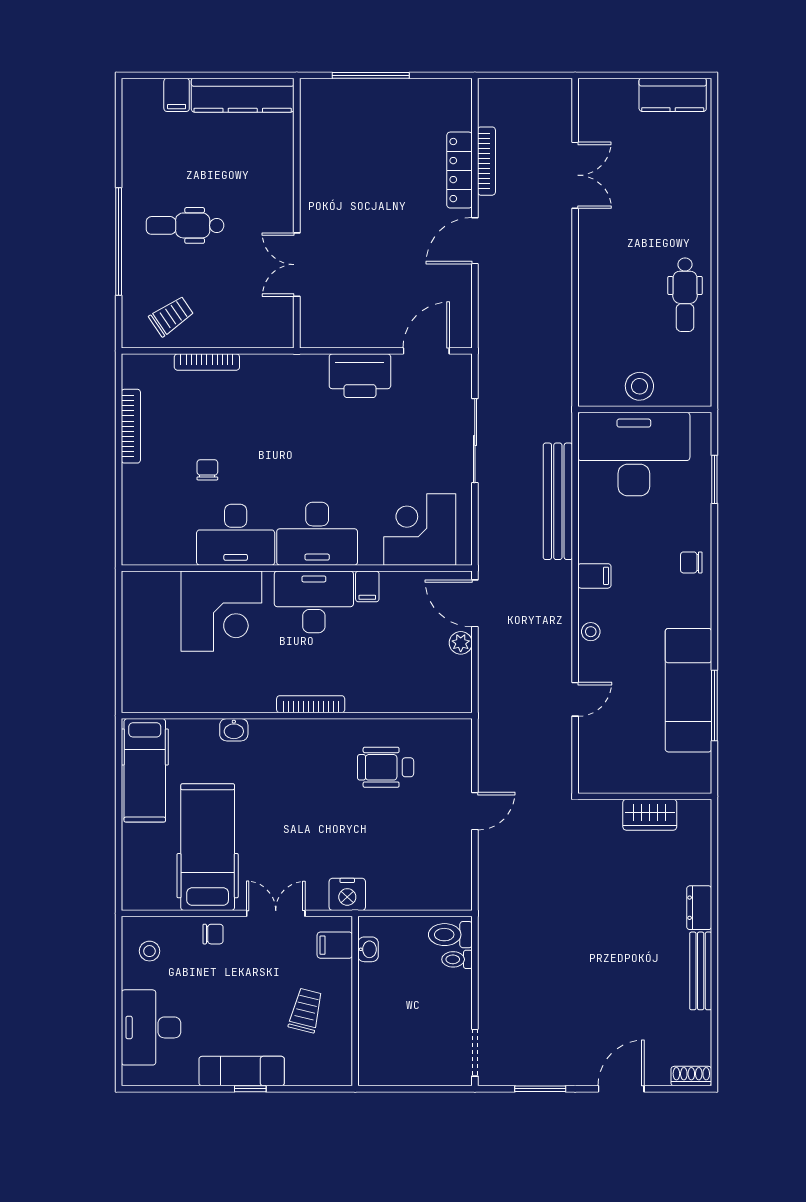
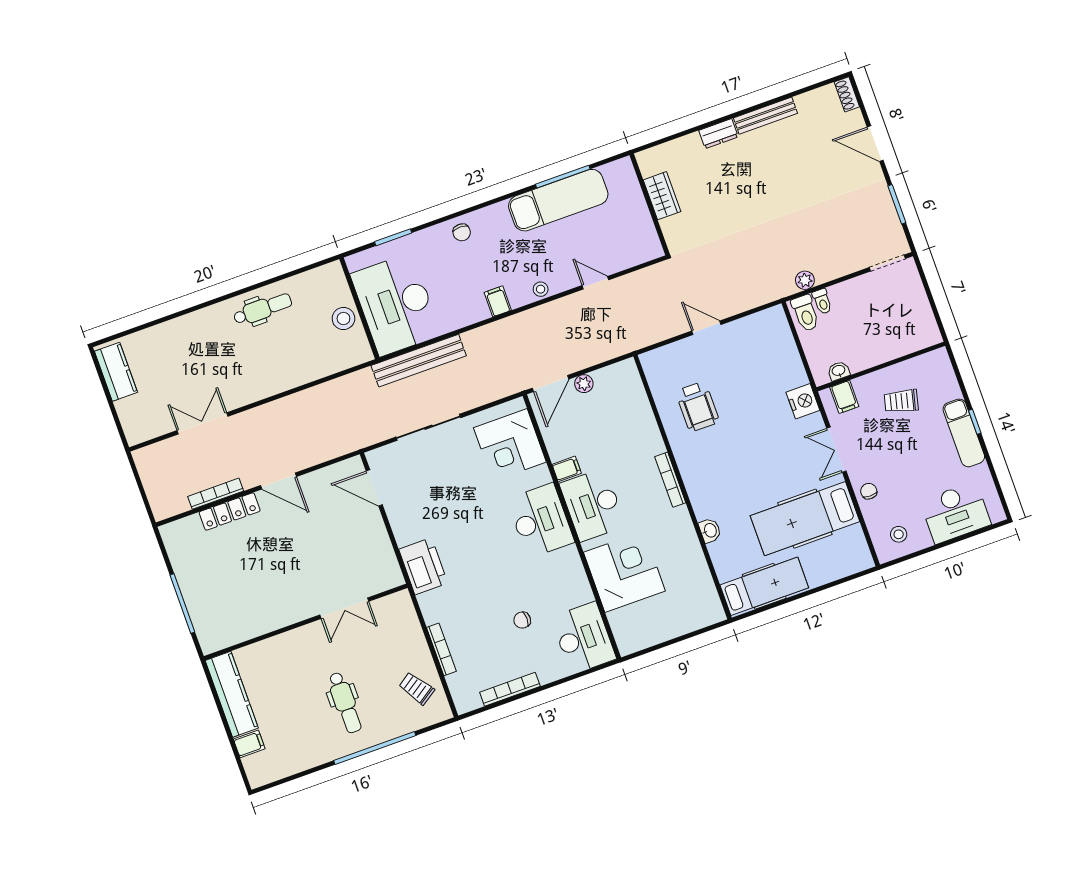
printer: (360, 376) -> (423, 566), moved
bench: (558, 501) -> (419, 361), moved
desk: (236, 535) -> (583, 638), moved
plant: (489, 948) -> (805, 280), added

